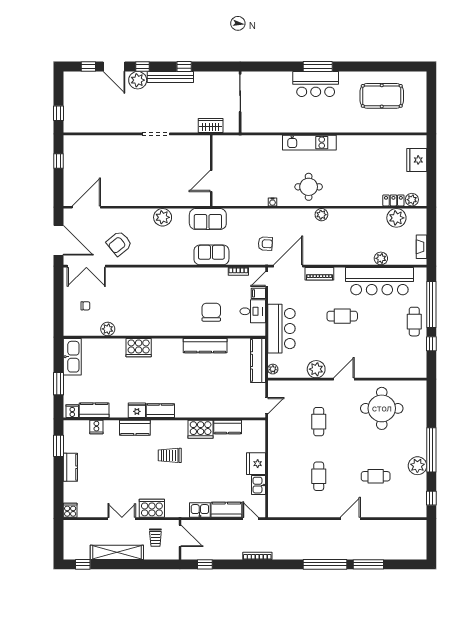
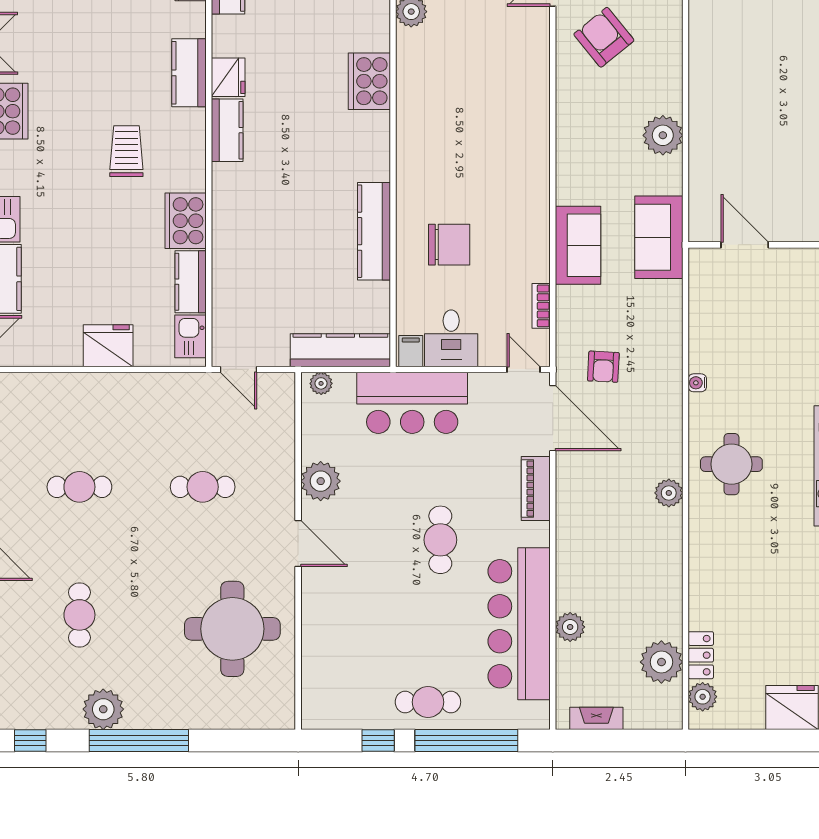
filing cabinet: (258, 293) -> (411, 351), moved
kitchen sink: (258, 485) -> (190, 336), moved, turned -90

